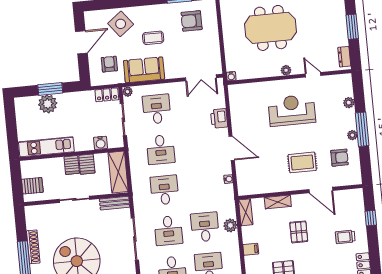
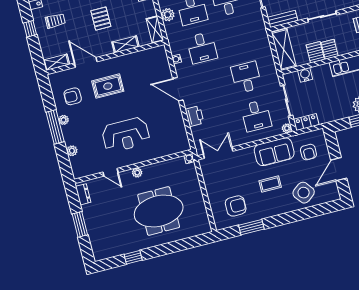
desk: (164, 190) -> (202, 48), moved
shelving: (351, 195) -> (56, 62), added
window: (371, 218) -> (30, 29), moved

